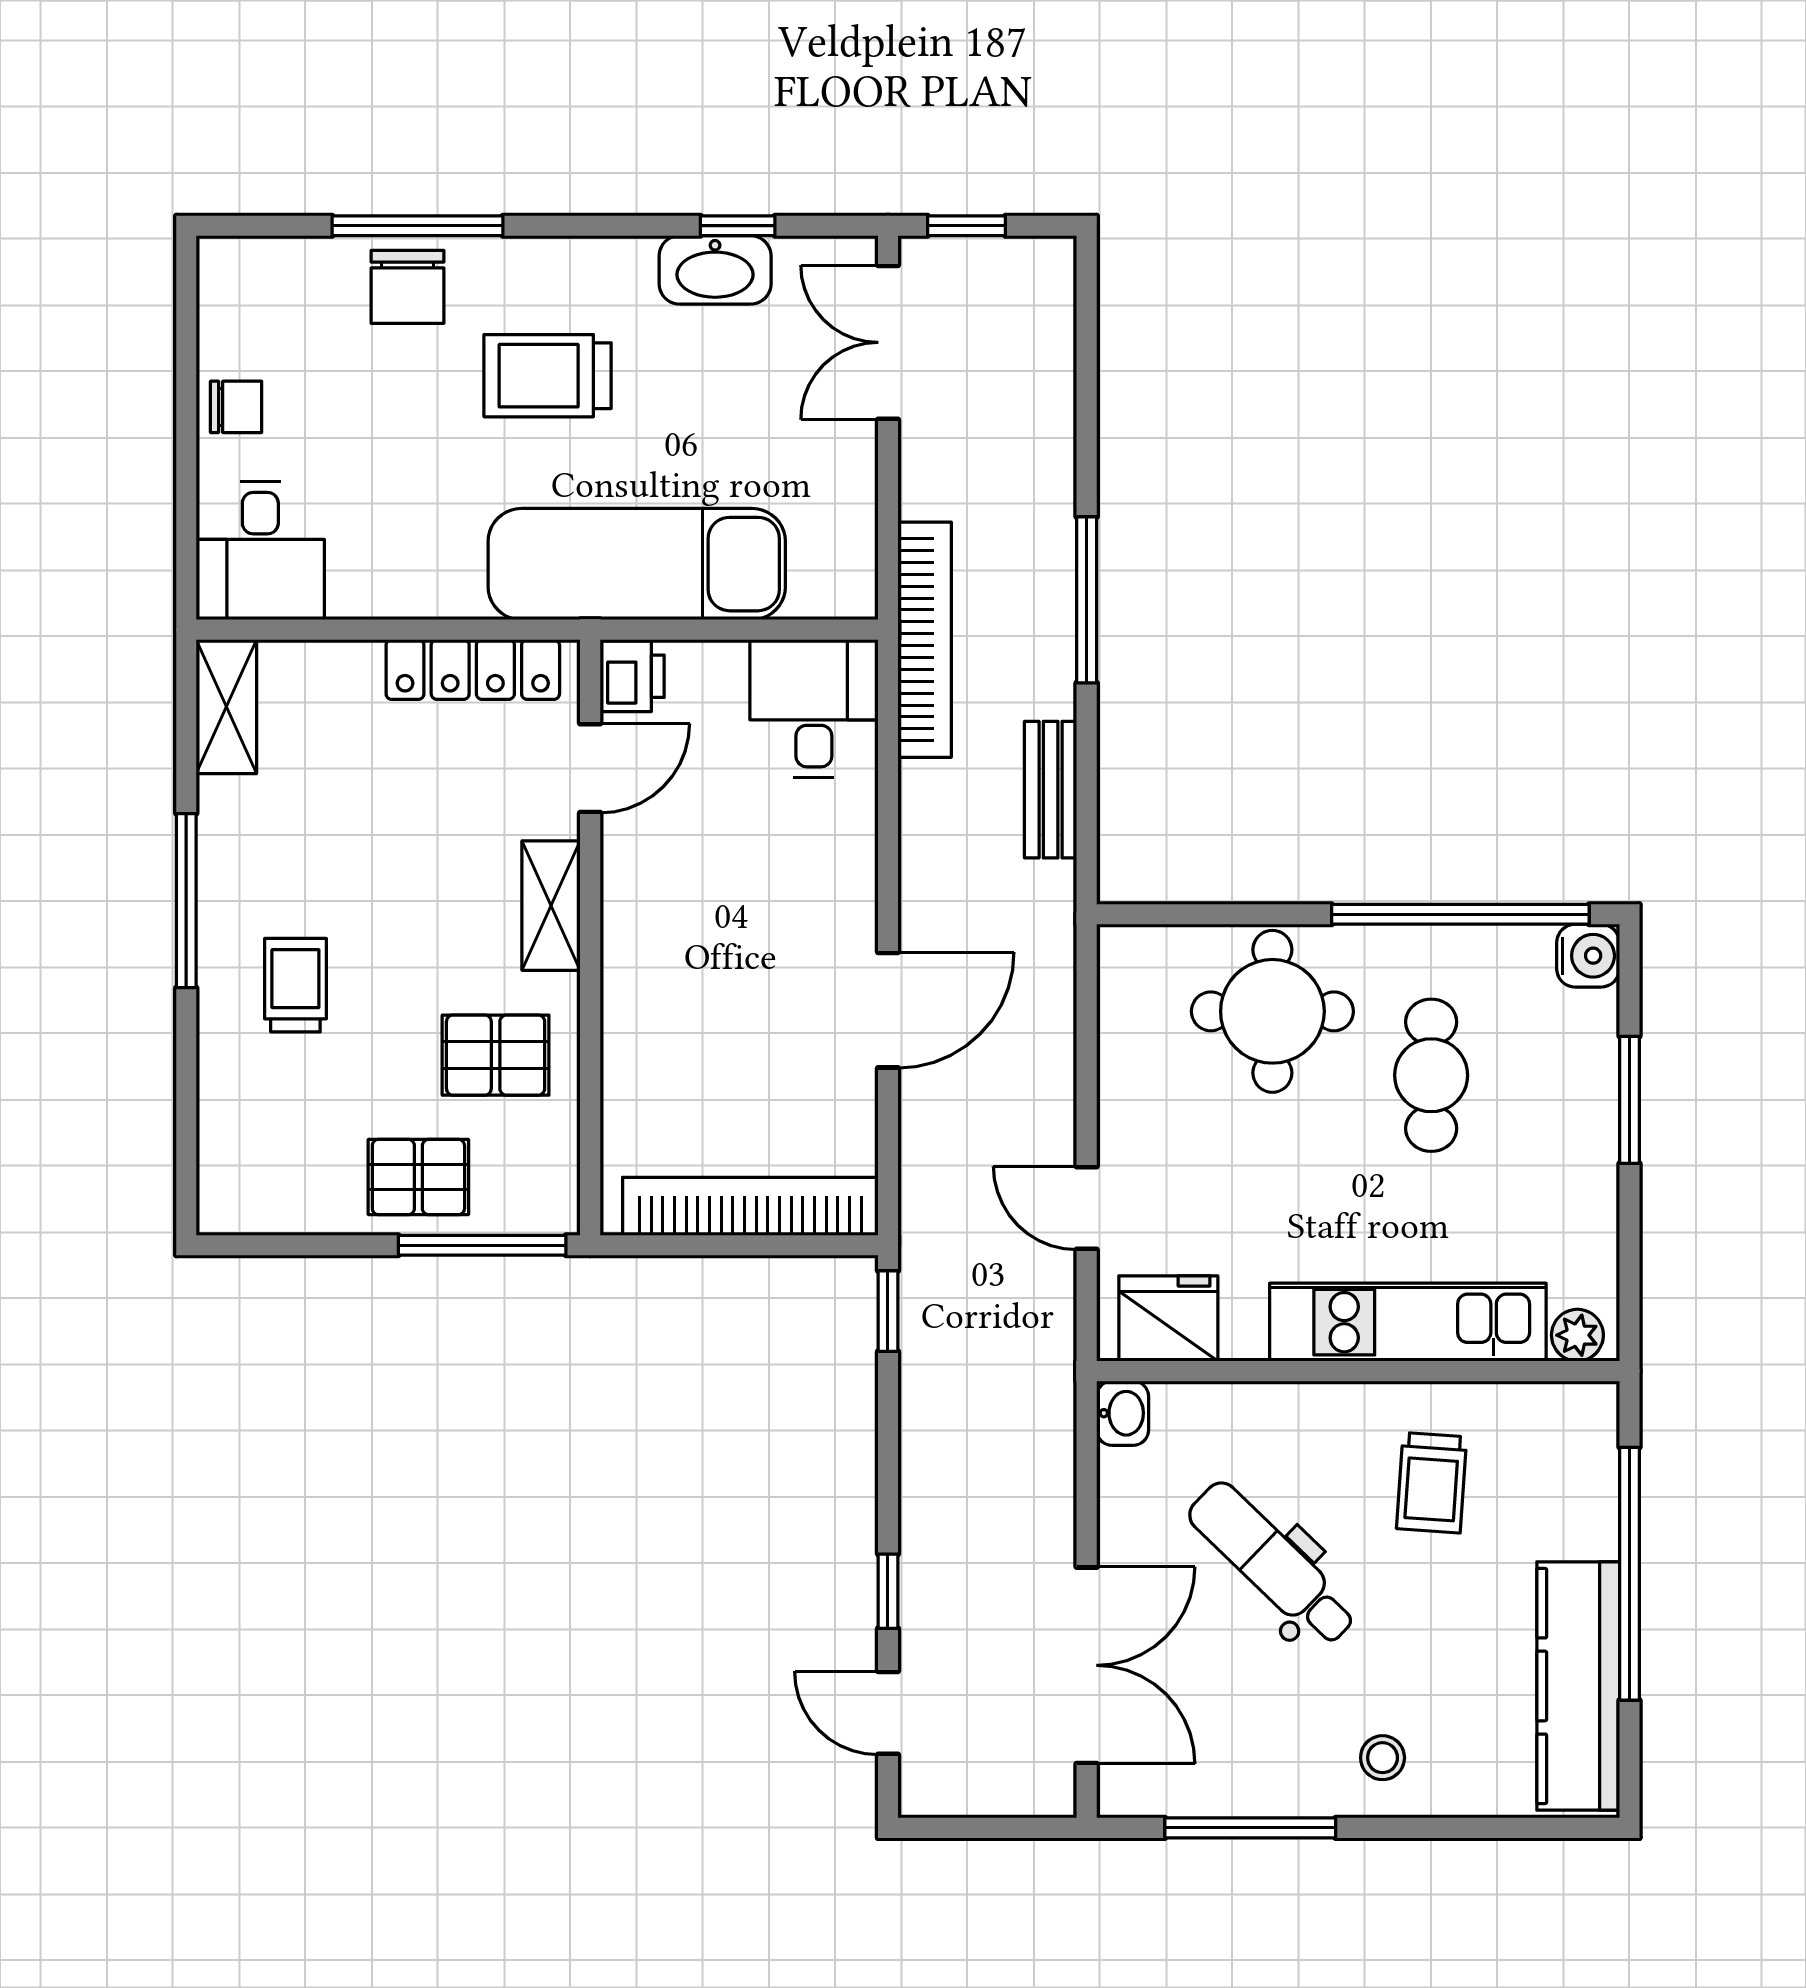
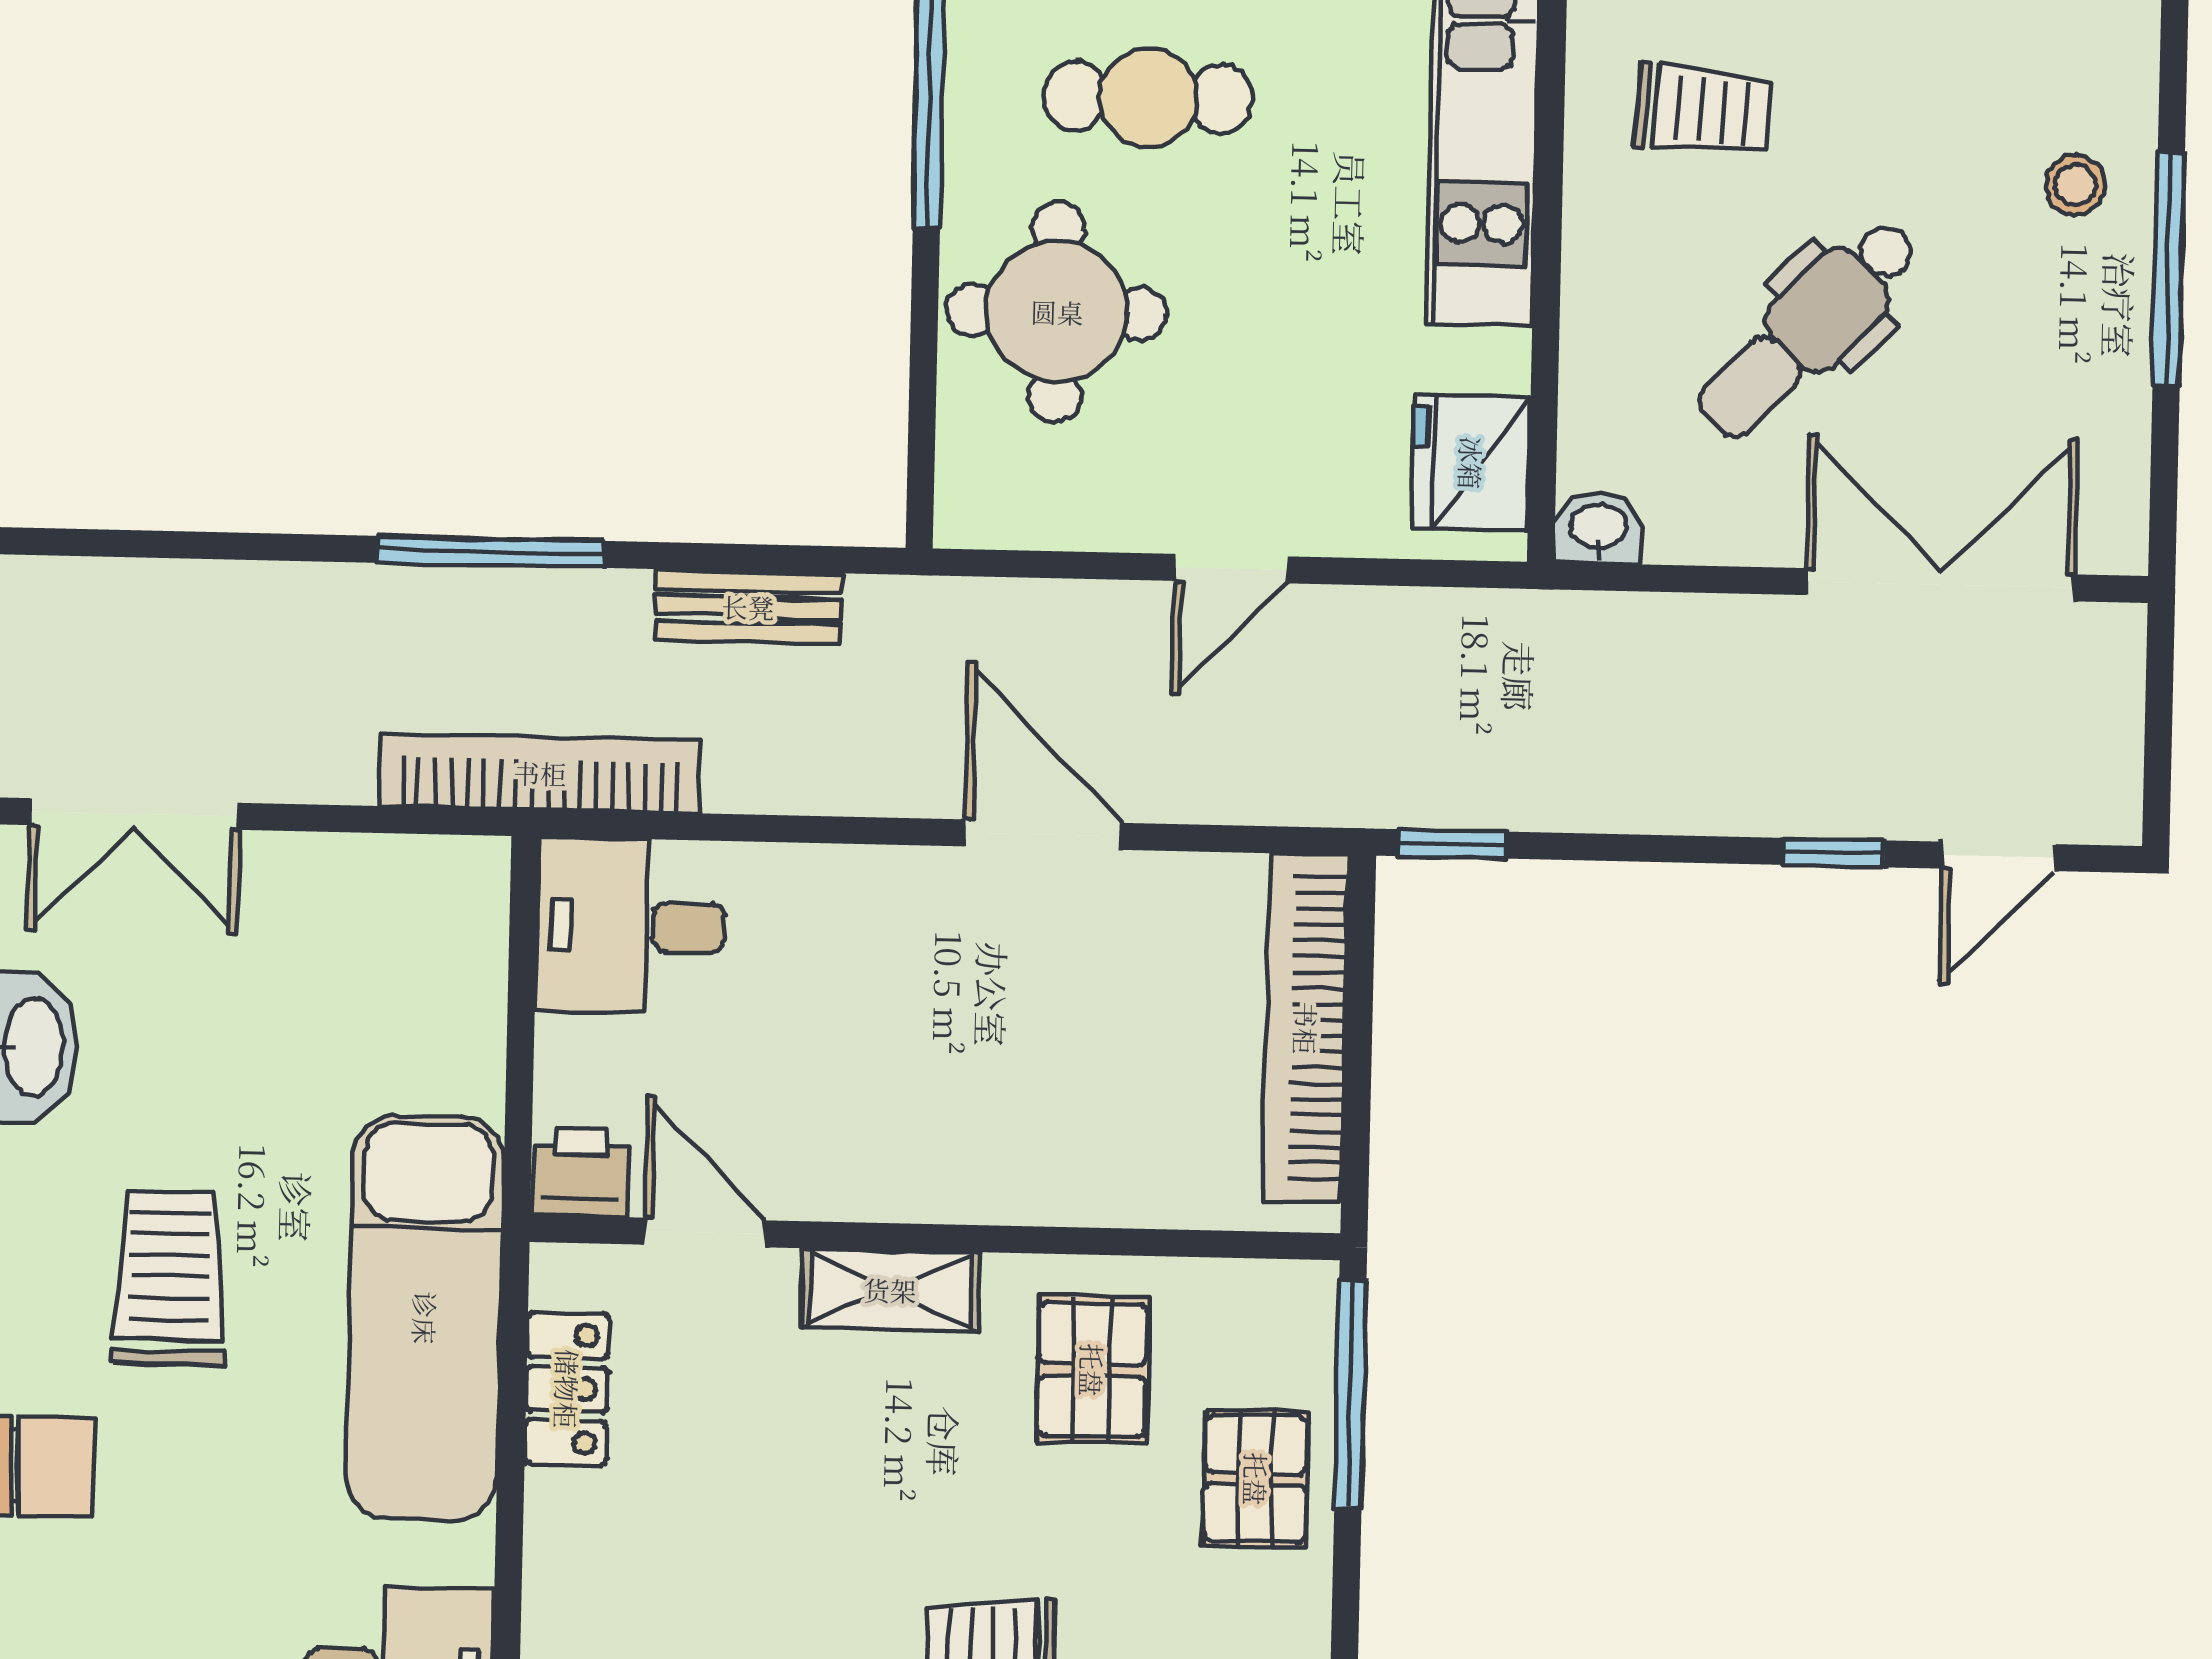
trolley: (548, 376) -> (170, 1278), turned 180
exam couch: (637, 564) -> (425, 1318), moved
locker: (473, 669) -> (567, 1389), width x0.66
door: (1087, 1208) -> (1231, 569), moved
window: (1250, 1828) -> (2169, 269), moved

